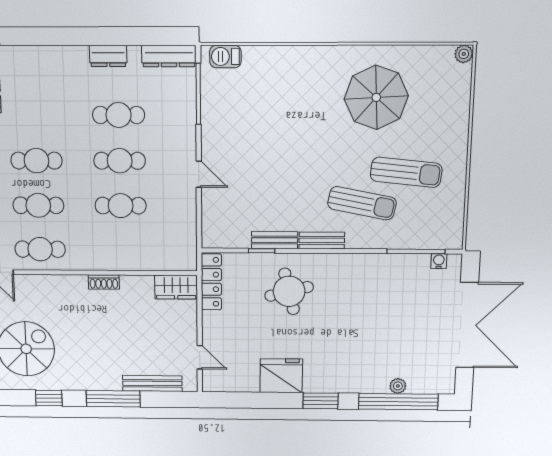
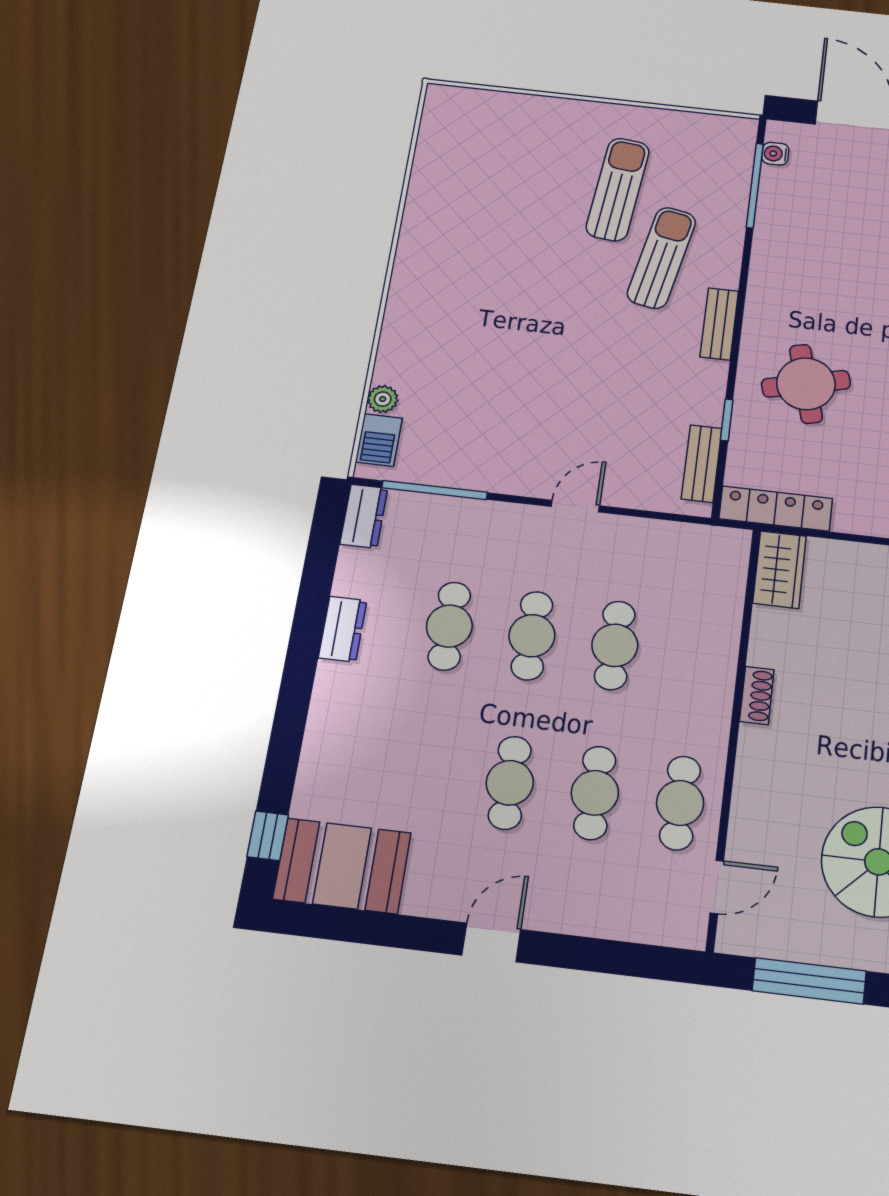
plant: (464, 54) -> (383, 399), moved
dresser: (169, 56) -> (364, 516), width x0.70
parasol: (376, 97) -> (487, 222), removed
bench: (275, 240) -> (702, 464), moved

